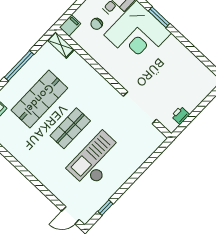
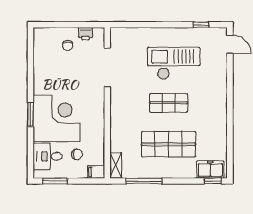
window: (19, 66) -> (144, 181), moved
chair: (184, 94) -> (68, 46), added
checkout: (96, 160) -> (174, 63), turned 180

